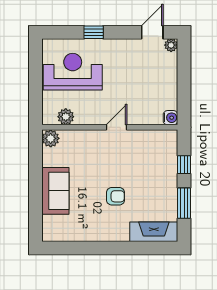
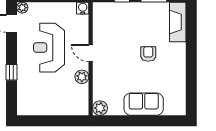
reception desk: (73, 72) -> (49, 48), moved
plant: (66, 117) -> (82, 77), moved

